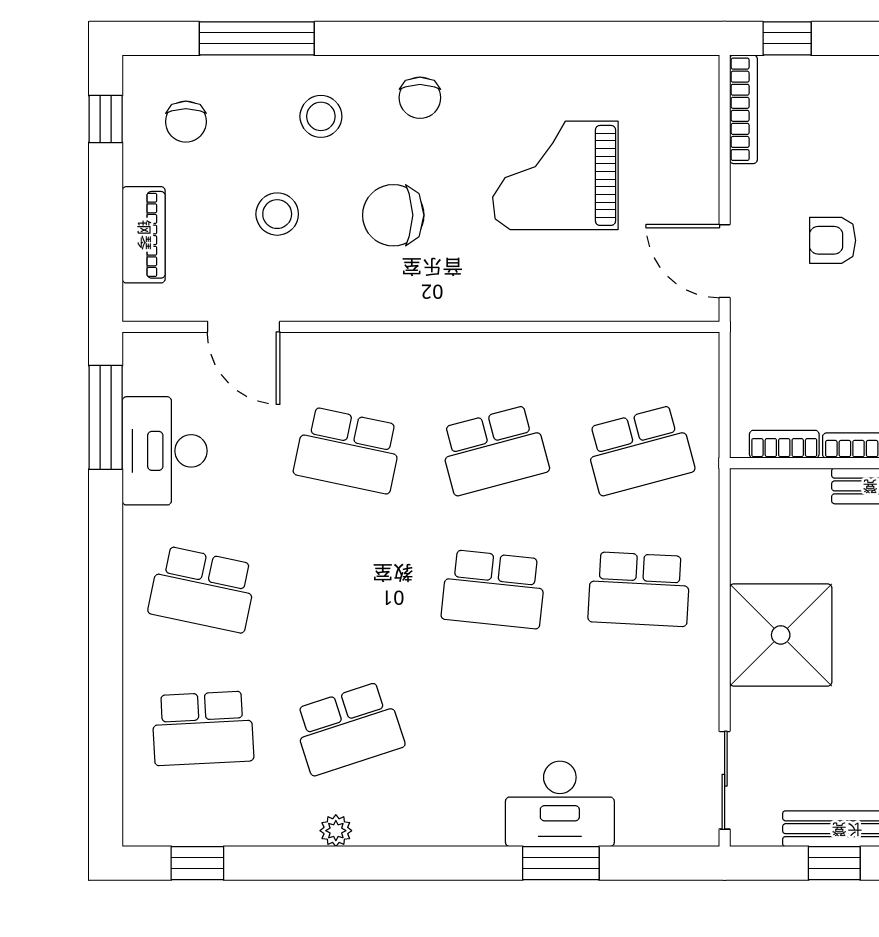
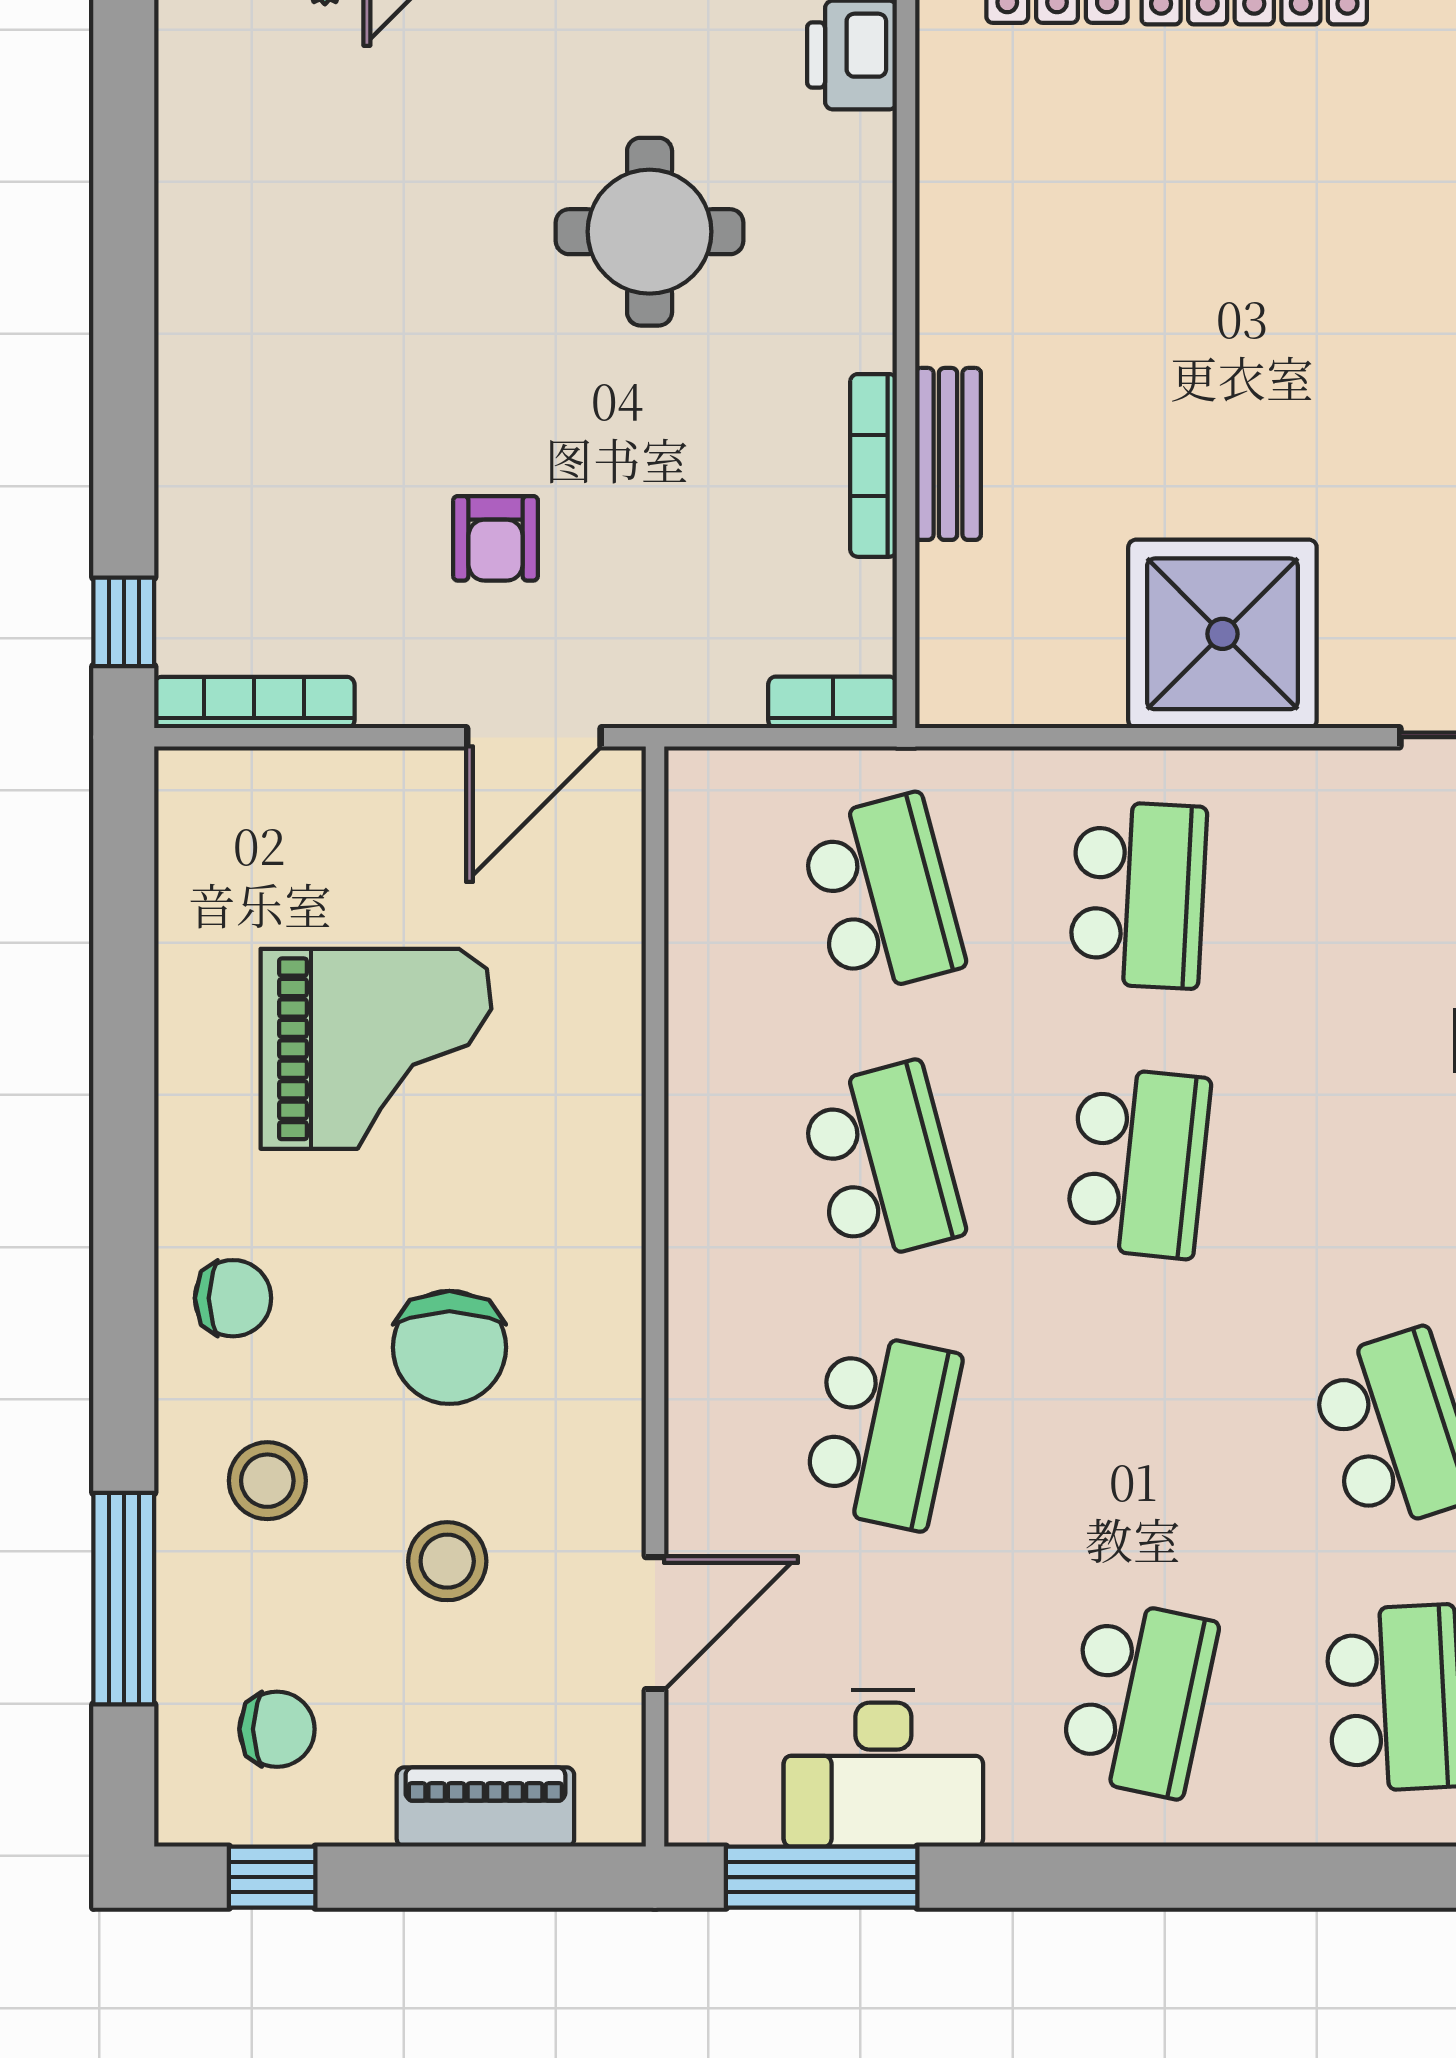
grand piano: (555, 175) -> (376, 1049), turned -90
bookcase: (784, 444) -> (833, 702), moved, turned 90

